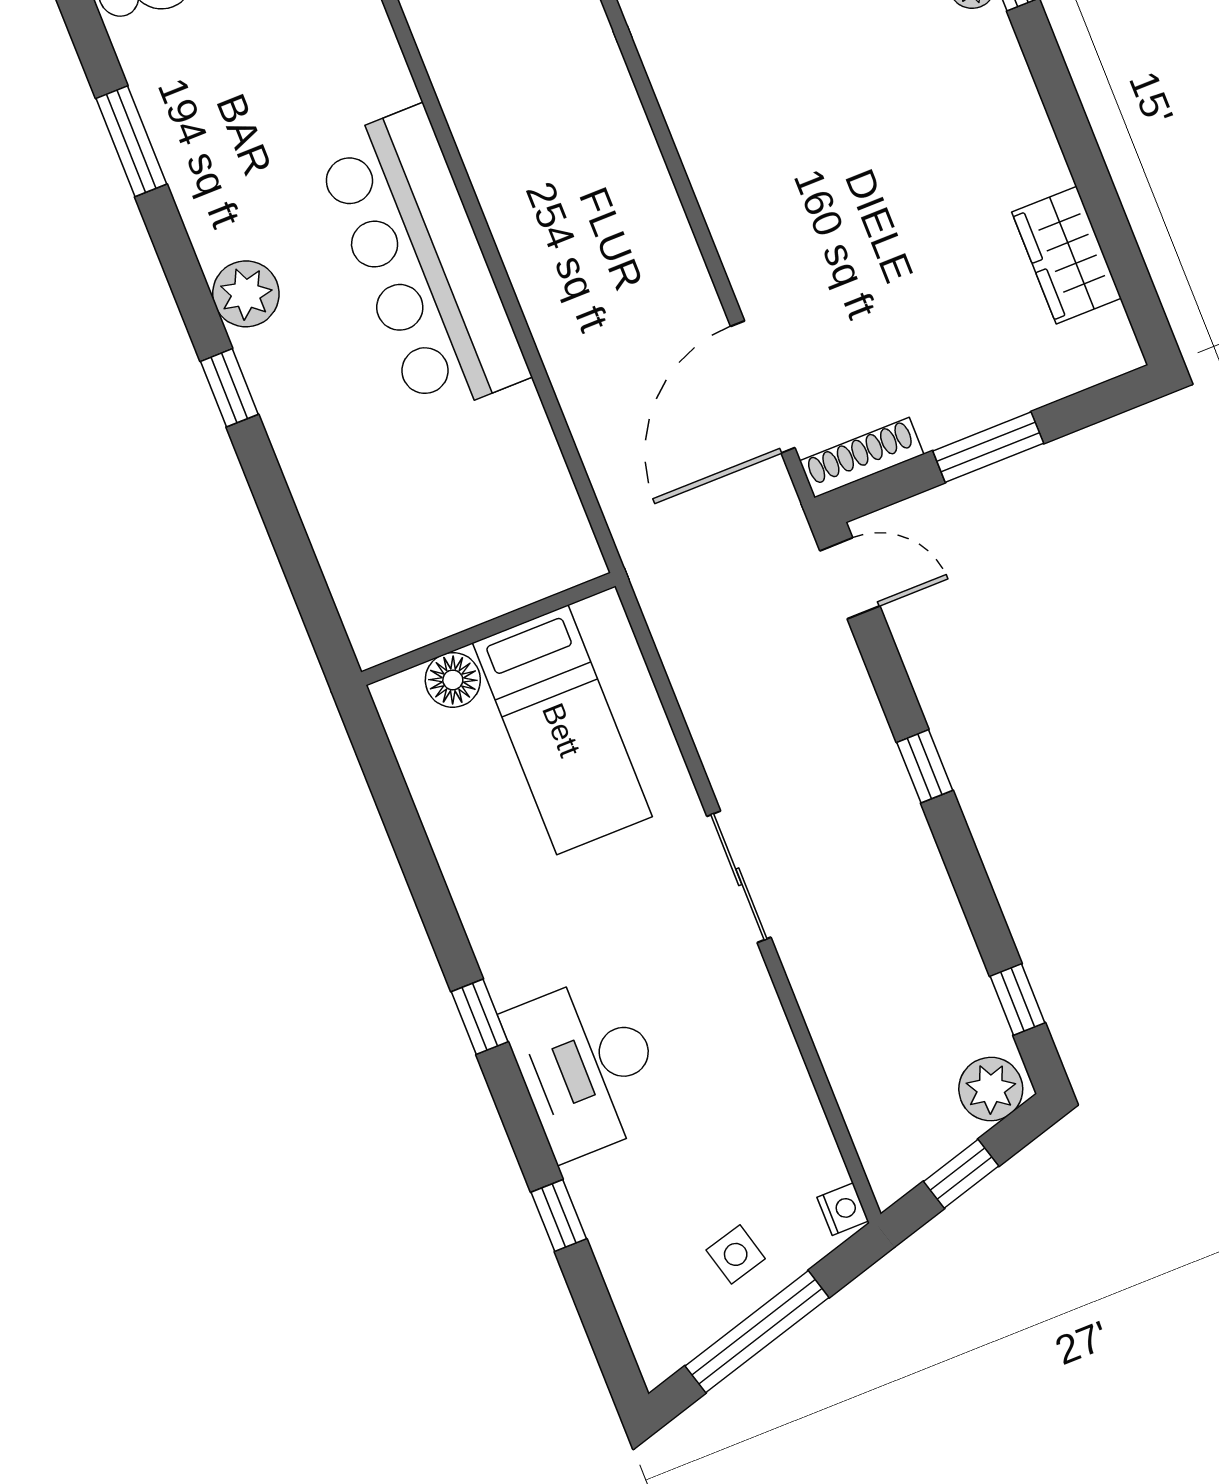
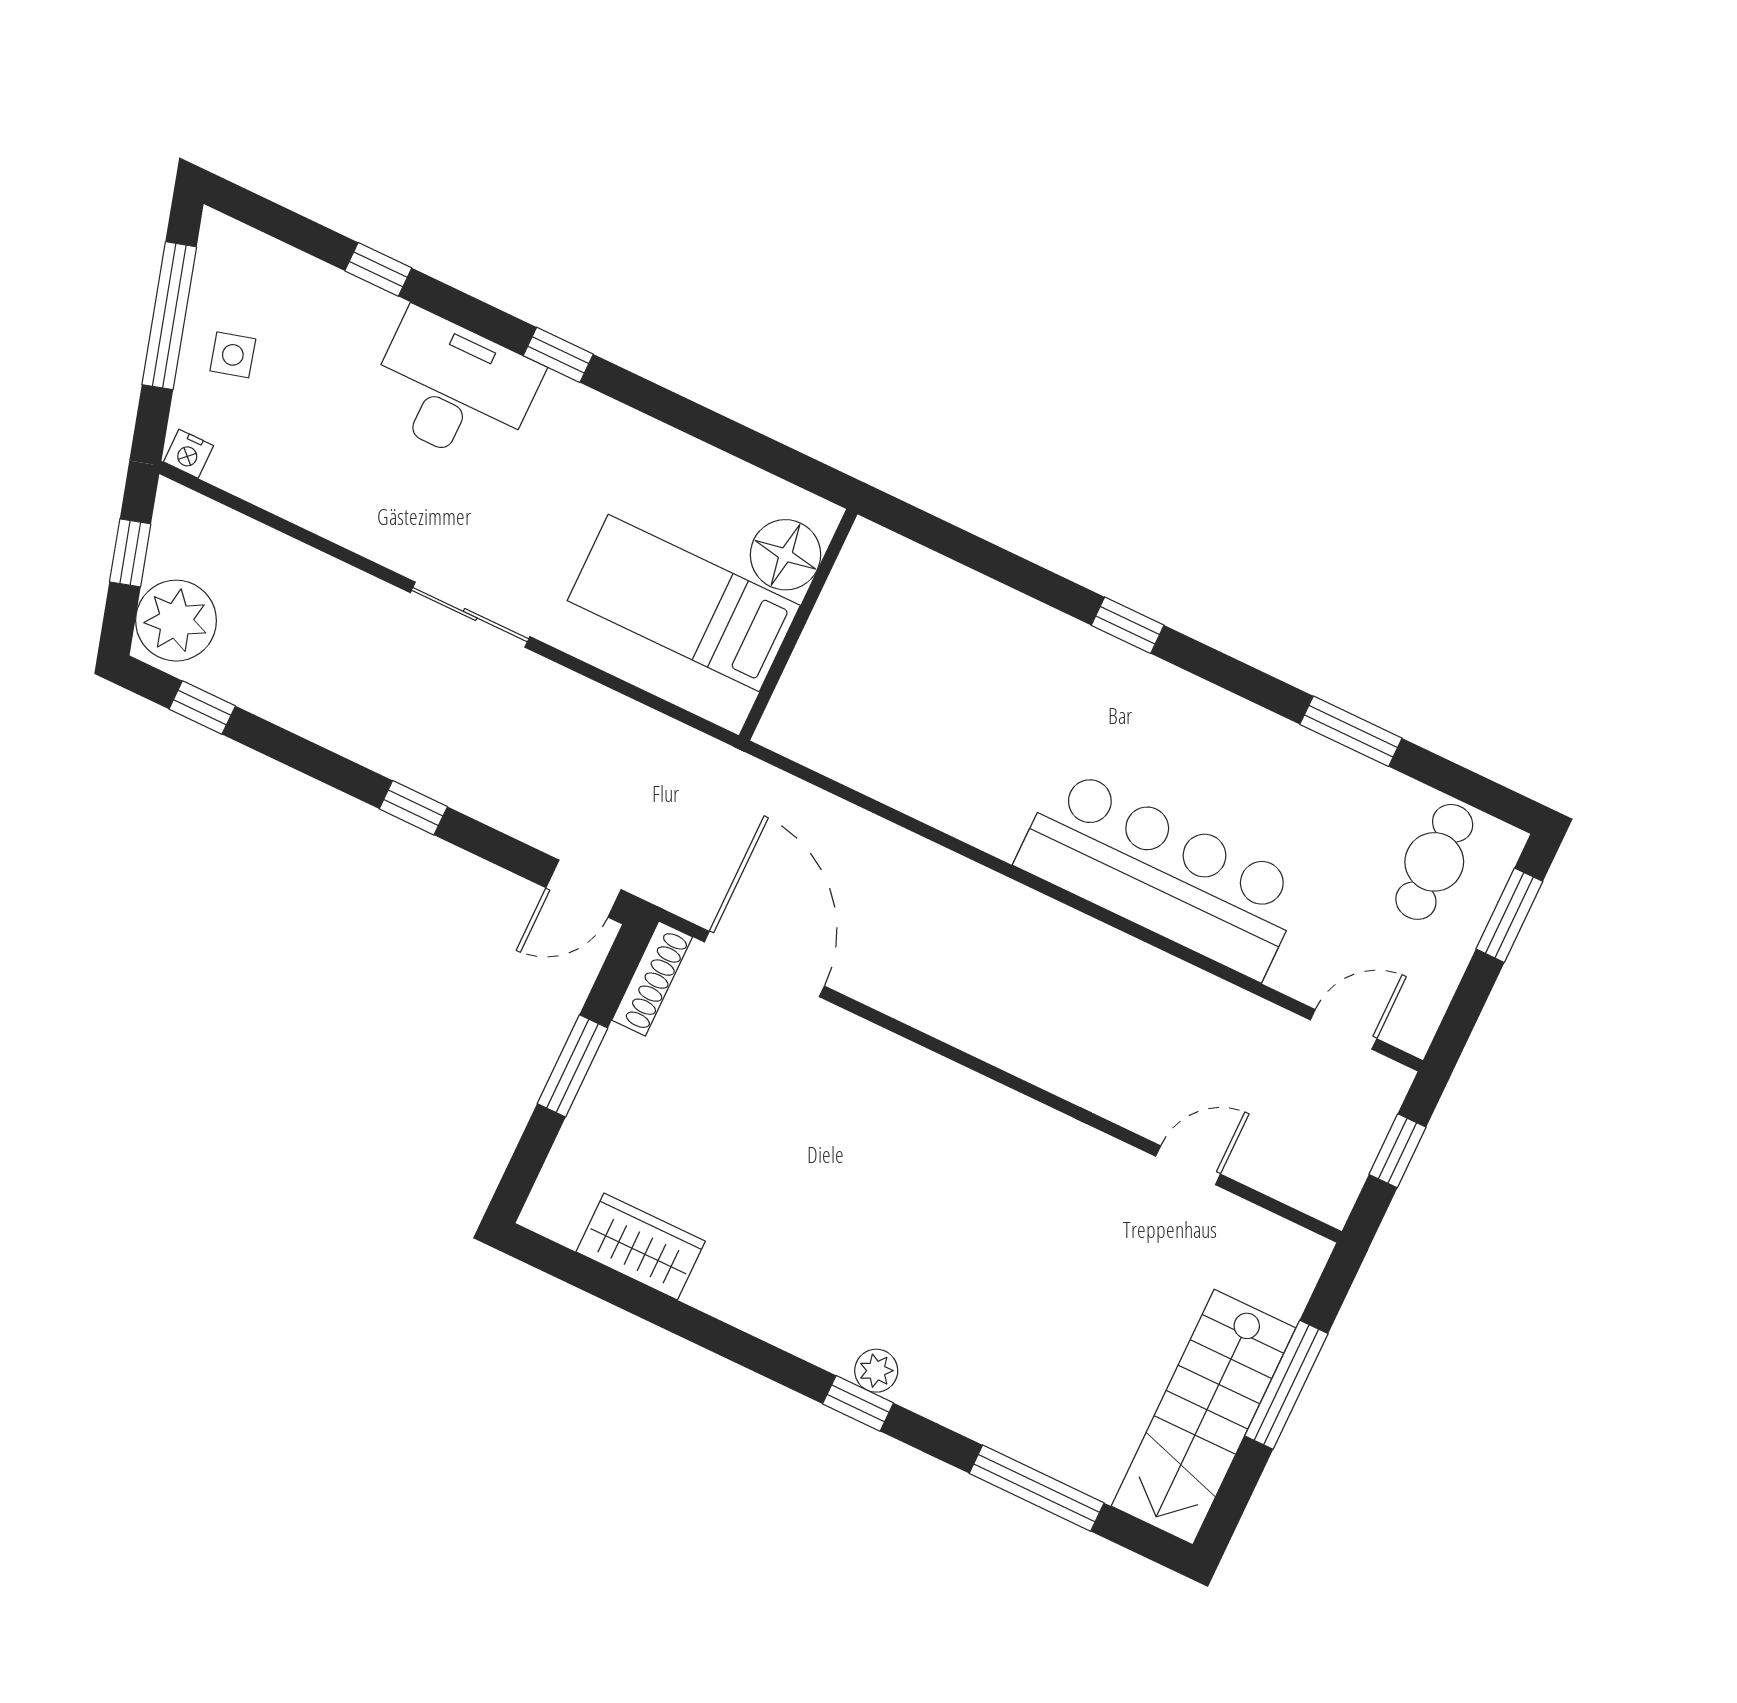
bar counter: (422, 262) -> (1161, 873), moved
plant: (246, 294) -> (1176, 700), removed
floor lamp: (453, 680) -> (785, 555), width x1.38, depth x1.38
plant: (991, 1089) -> (176, 621), width x1.36, depth x1.36

